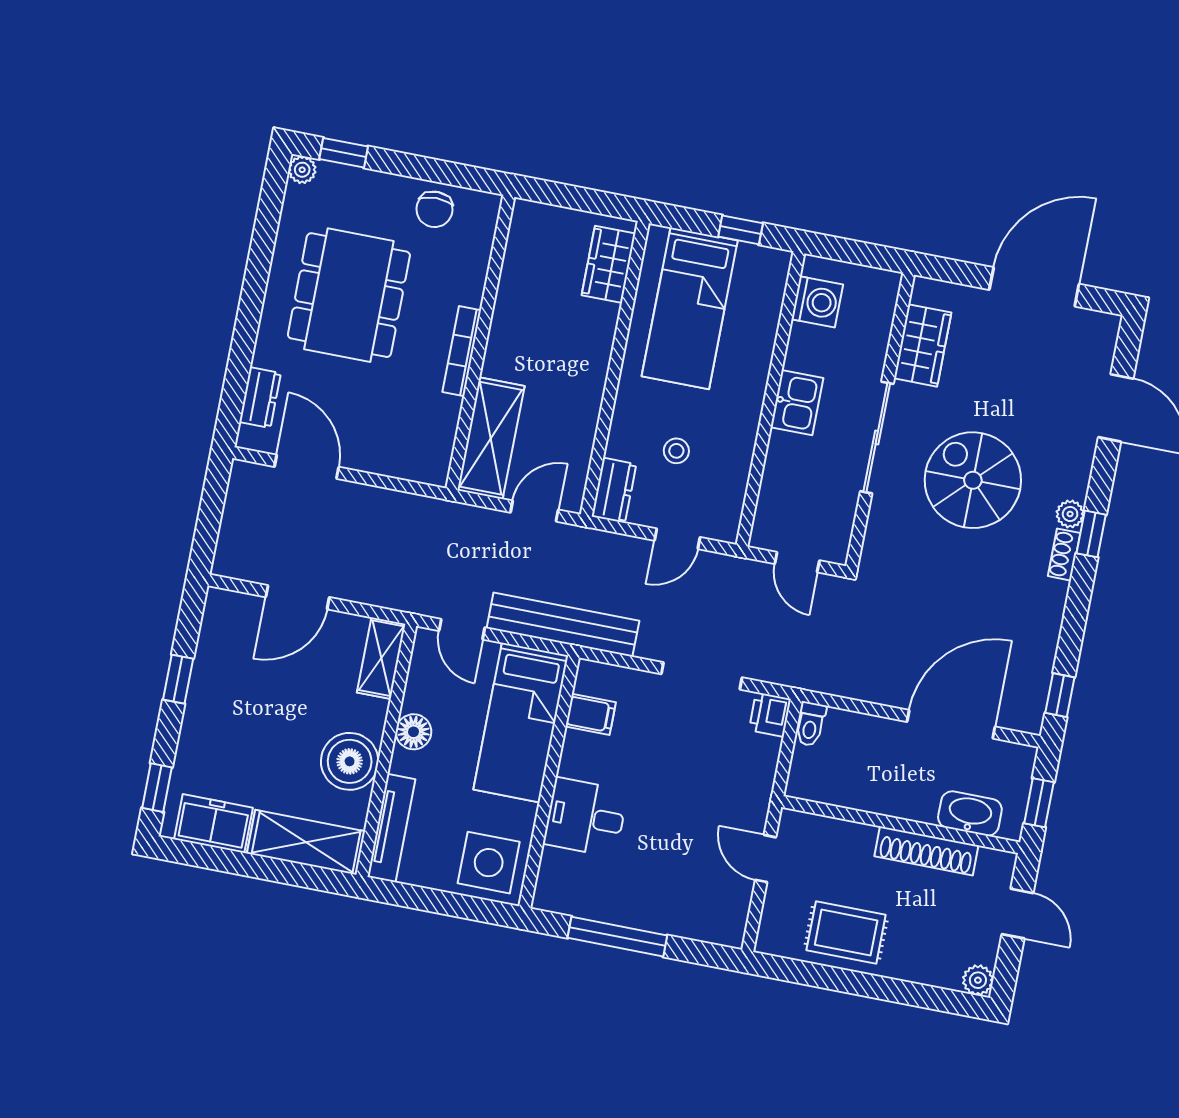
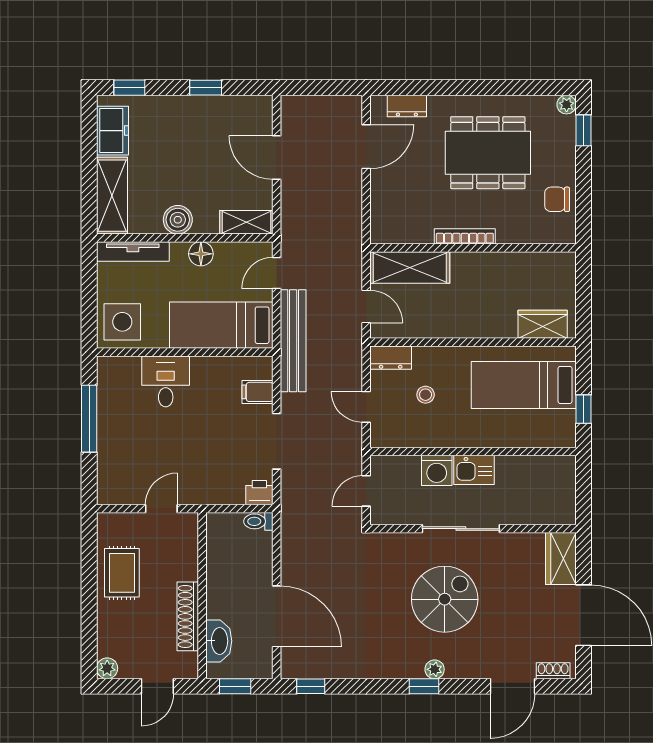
washing machine: (817, 302) -> (437, 470), moved
wardrobe: (923, 345) -> (561, 558), moved, turned 90
shoe rack: (1064, 555) -> (553, 671), moved
filing cabinet: (591, 714) -> (257, 392), moved, turned 90
boiler: (350, 761) -> (178, 220), width x0.73, depth x0.73

